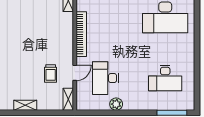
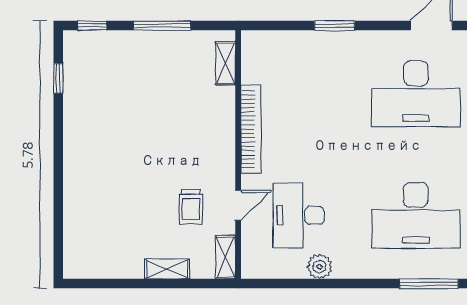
desk: (165, 78) -> (416, 215), width x1.36, depth x1.30
shelving: (25, 105) -> (167, 269), moved

